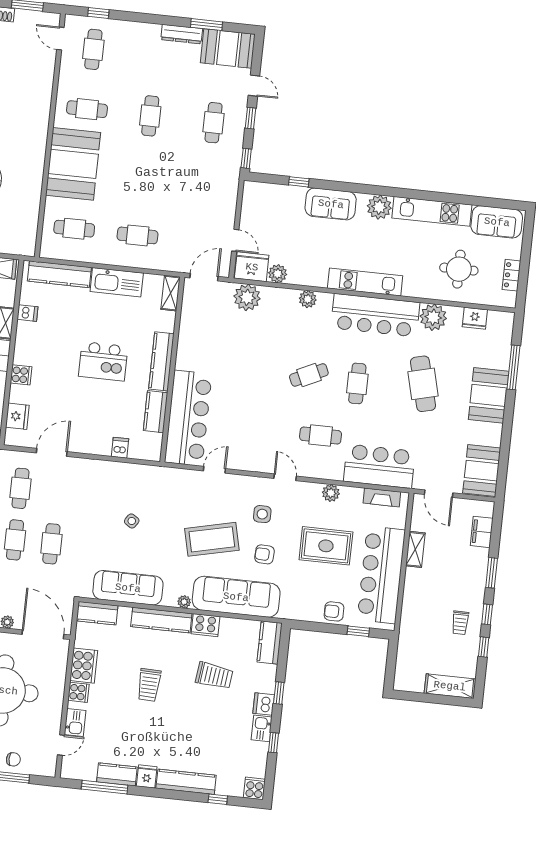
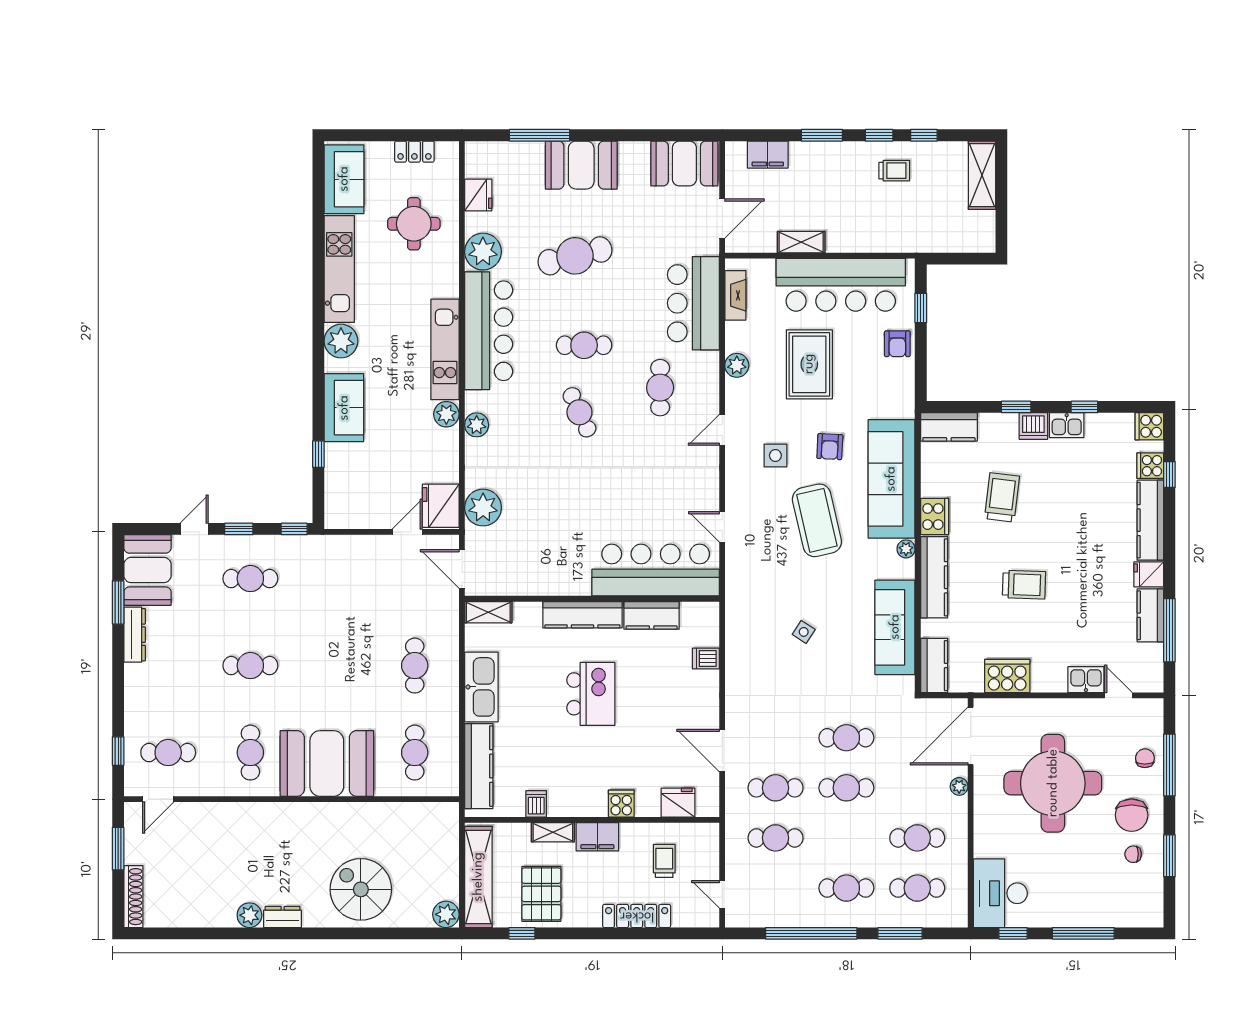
plant: (278, 274) -> (446, 414), moved
cooker: (79, 692) -> (1150, 466), moved, turned -90

